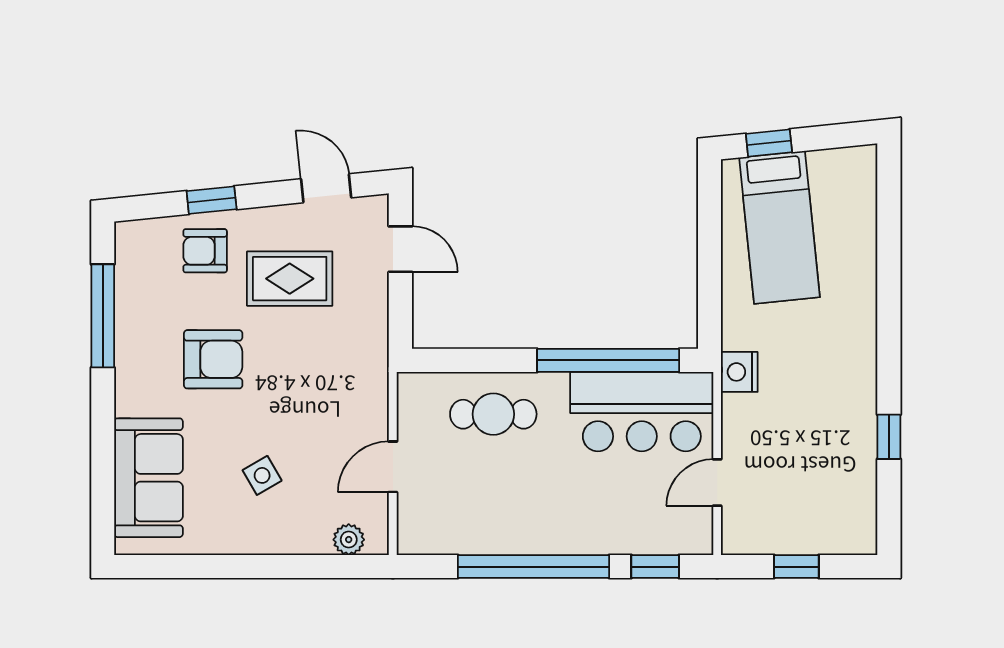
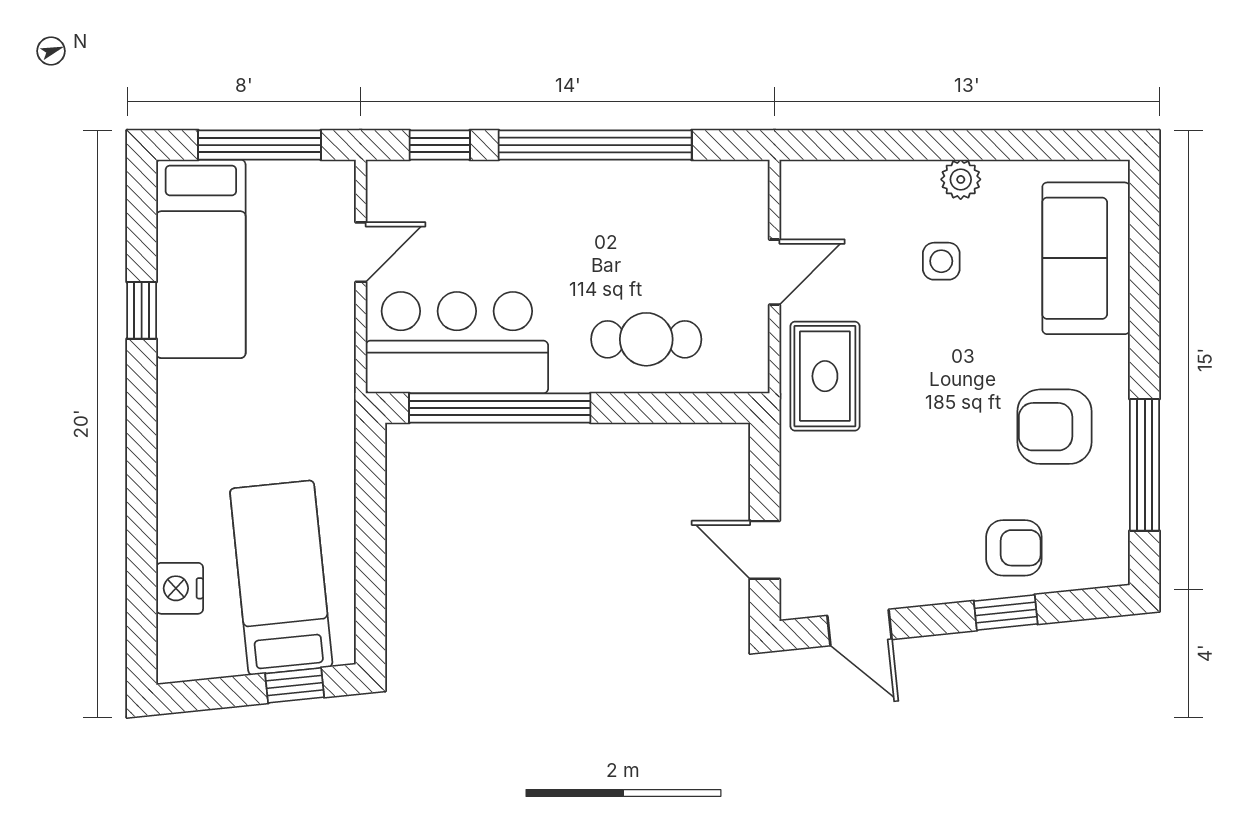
rug: (290, 279) -> (825, 376), moved, turned 90
armchair: (213, 359) -> (1055, 427), moved
nightstand: (739, 372) -> (180, 588), moved, turned 180
side table: (262, 475) -> (941, 261), turned 30
bed: (842, 477) -> (201, 259), added
plant: (349, 540) -> (961, 179), moved
window: (796, 567) -> (260, 145), width x2.17

